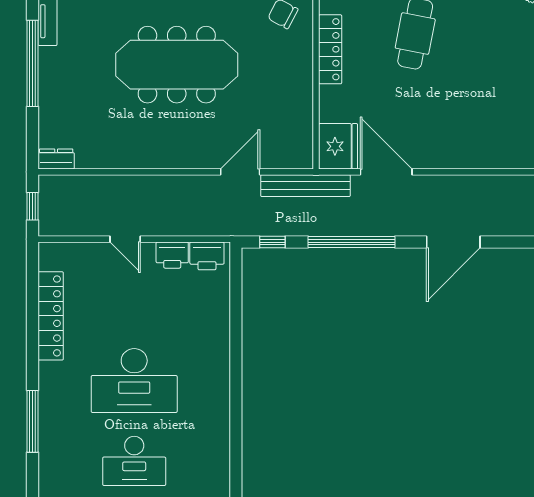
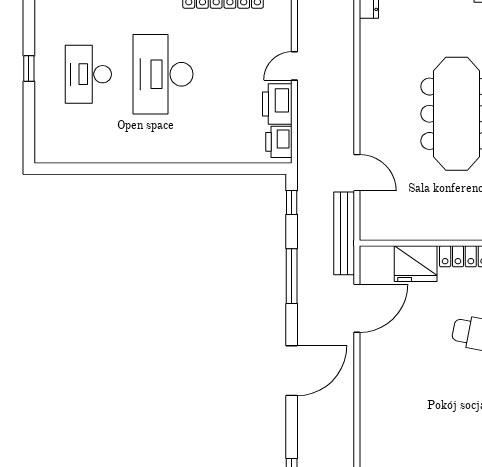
fridge: (338, 146) -> (416, 264), moved
window: (352, 242) -> (292, 276), width x0.68
door: (453, 242) -> (292, 371), swing flipped
printer: (172, 255) -> (277, 104), width x1.37, depth x1.19

